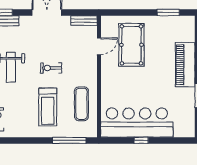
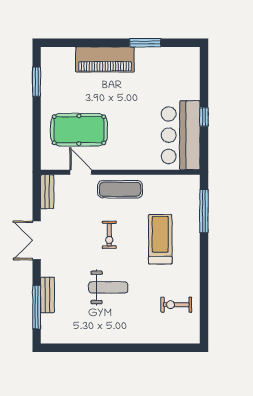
exercise mat: (81, 104) -> (120, 189), moved
treadmill: (48, 107) -> (160, 239), turned -90
bar counter: (137, 123) -> (181, 135), width x0.73

